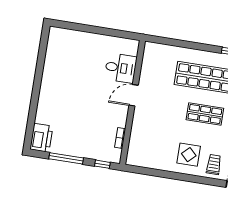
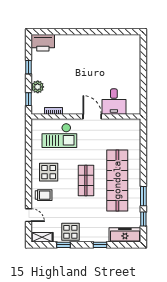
checkout: (149, 136) -> (59, 135), added
plant: (90, 152) -> (38, 87), added
window: (66, 158) -> (29, 67), width x0.46

